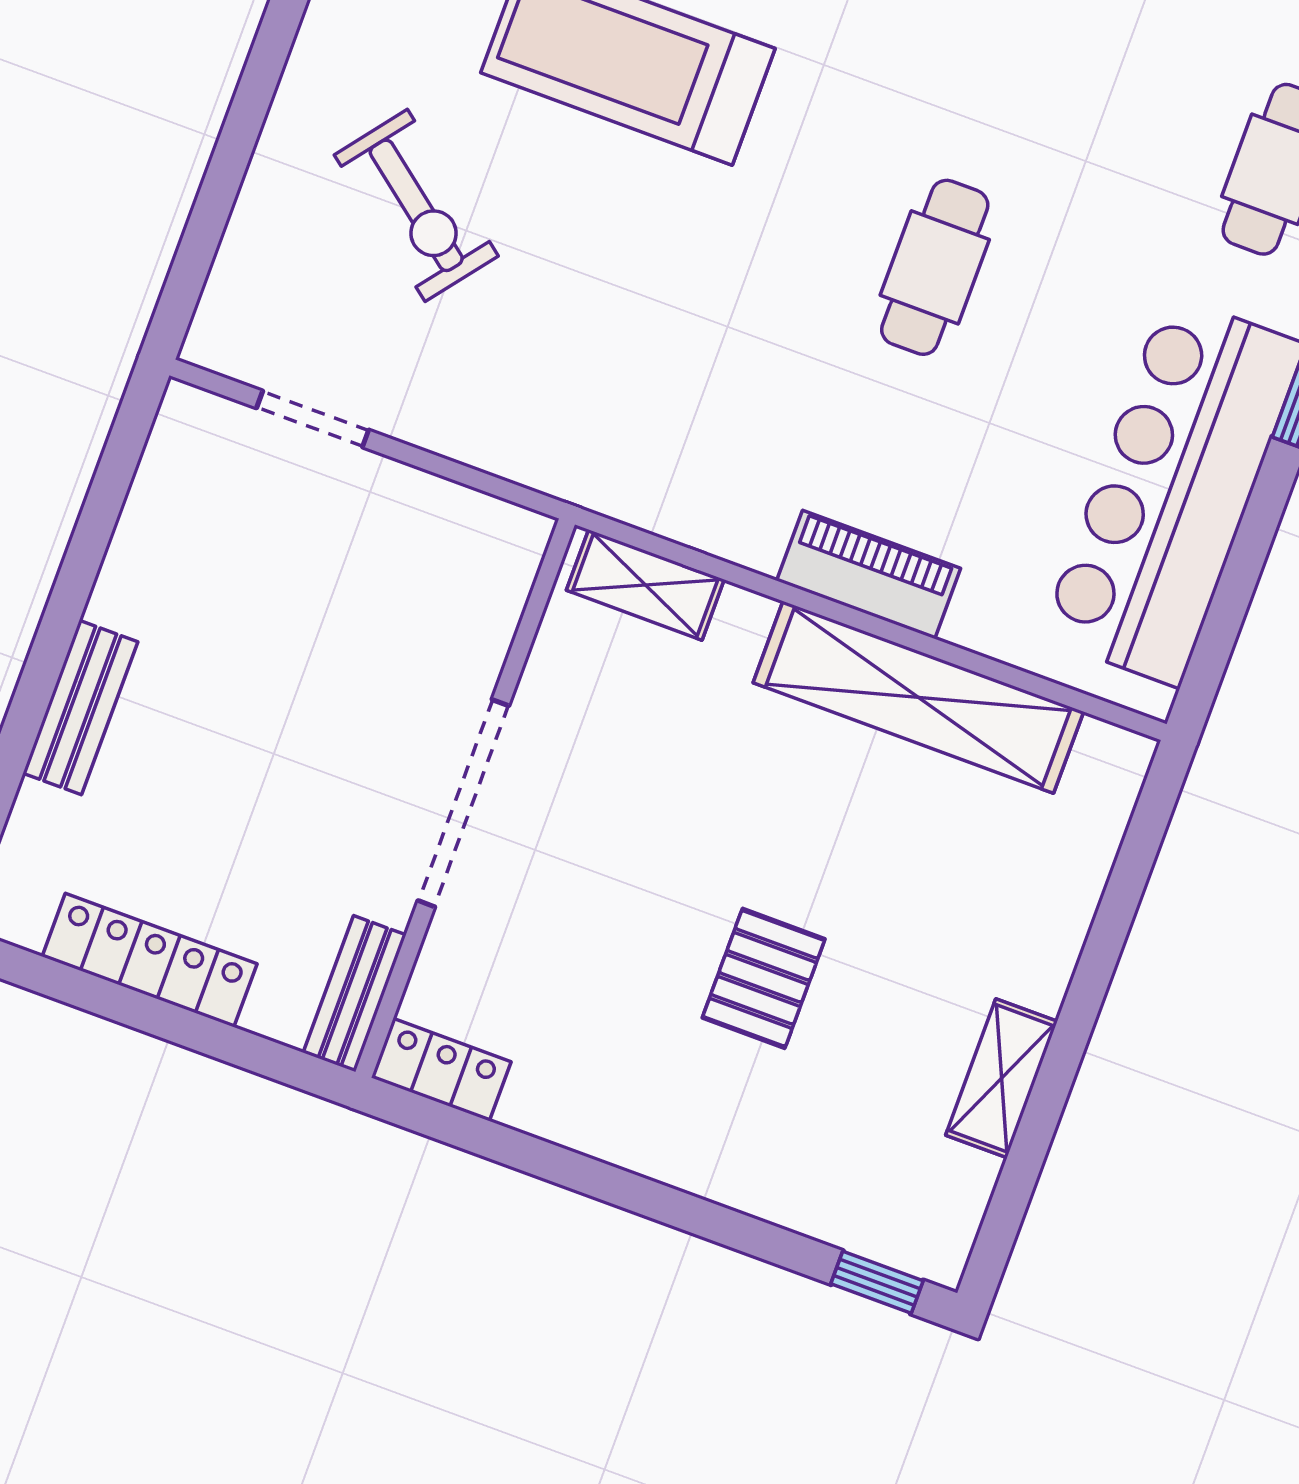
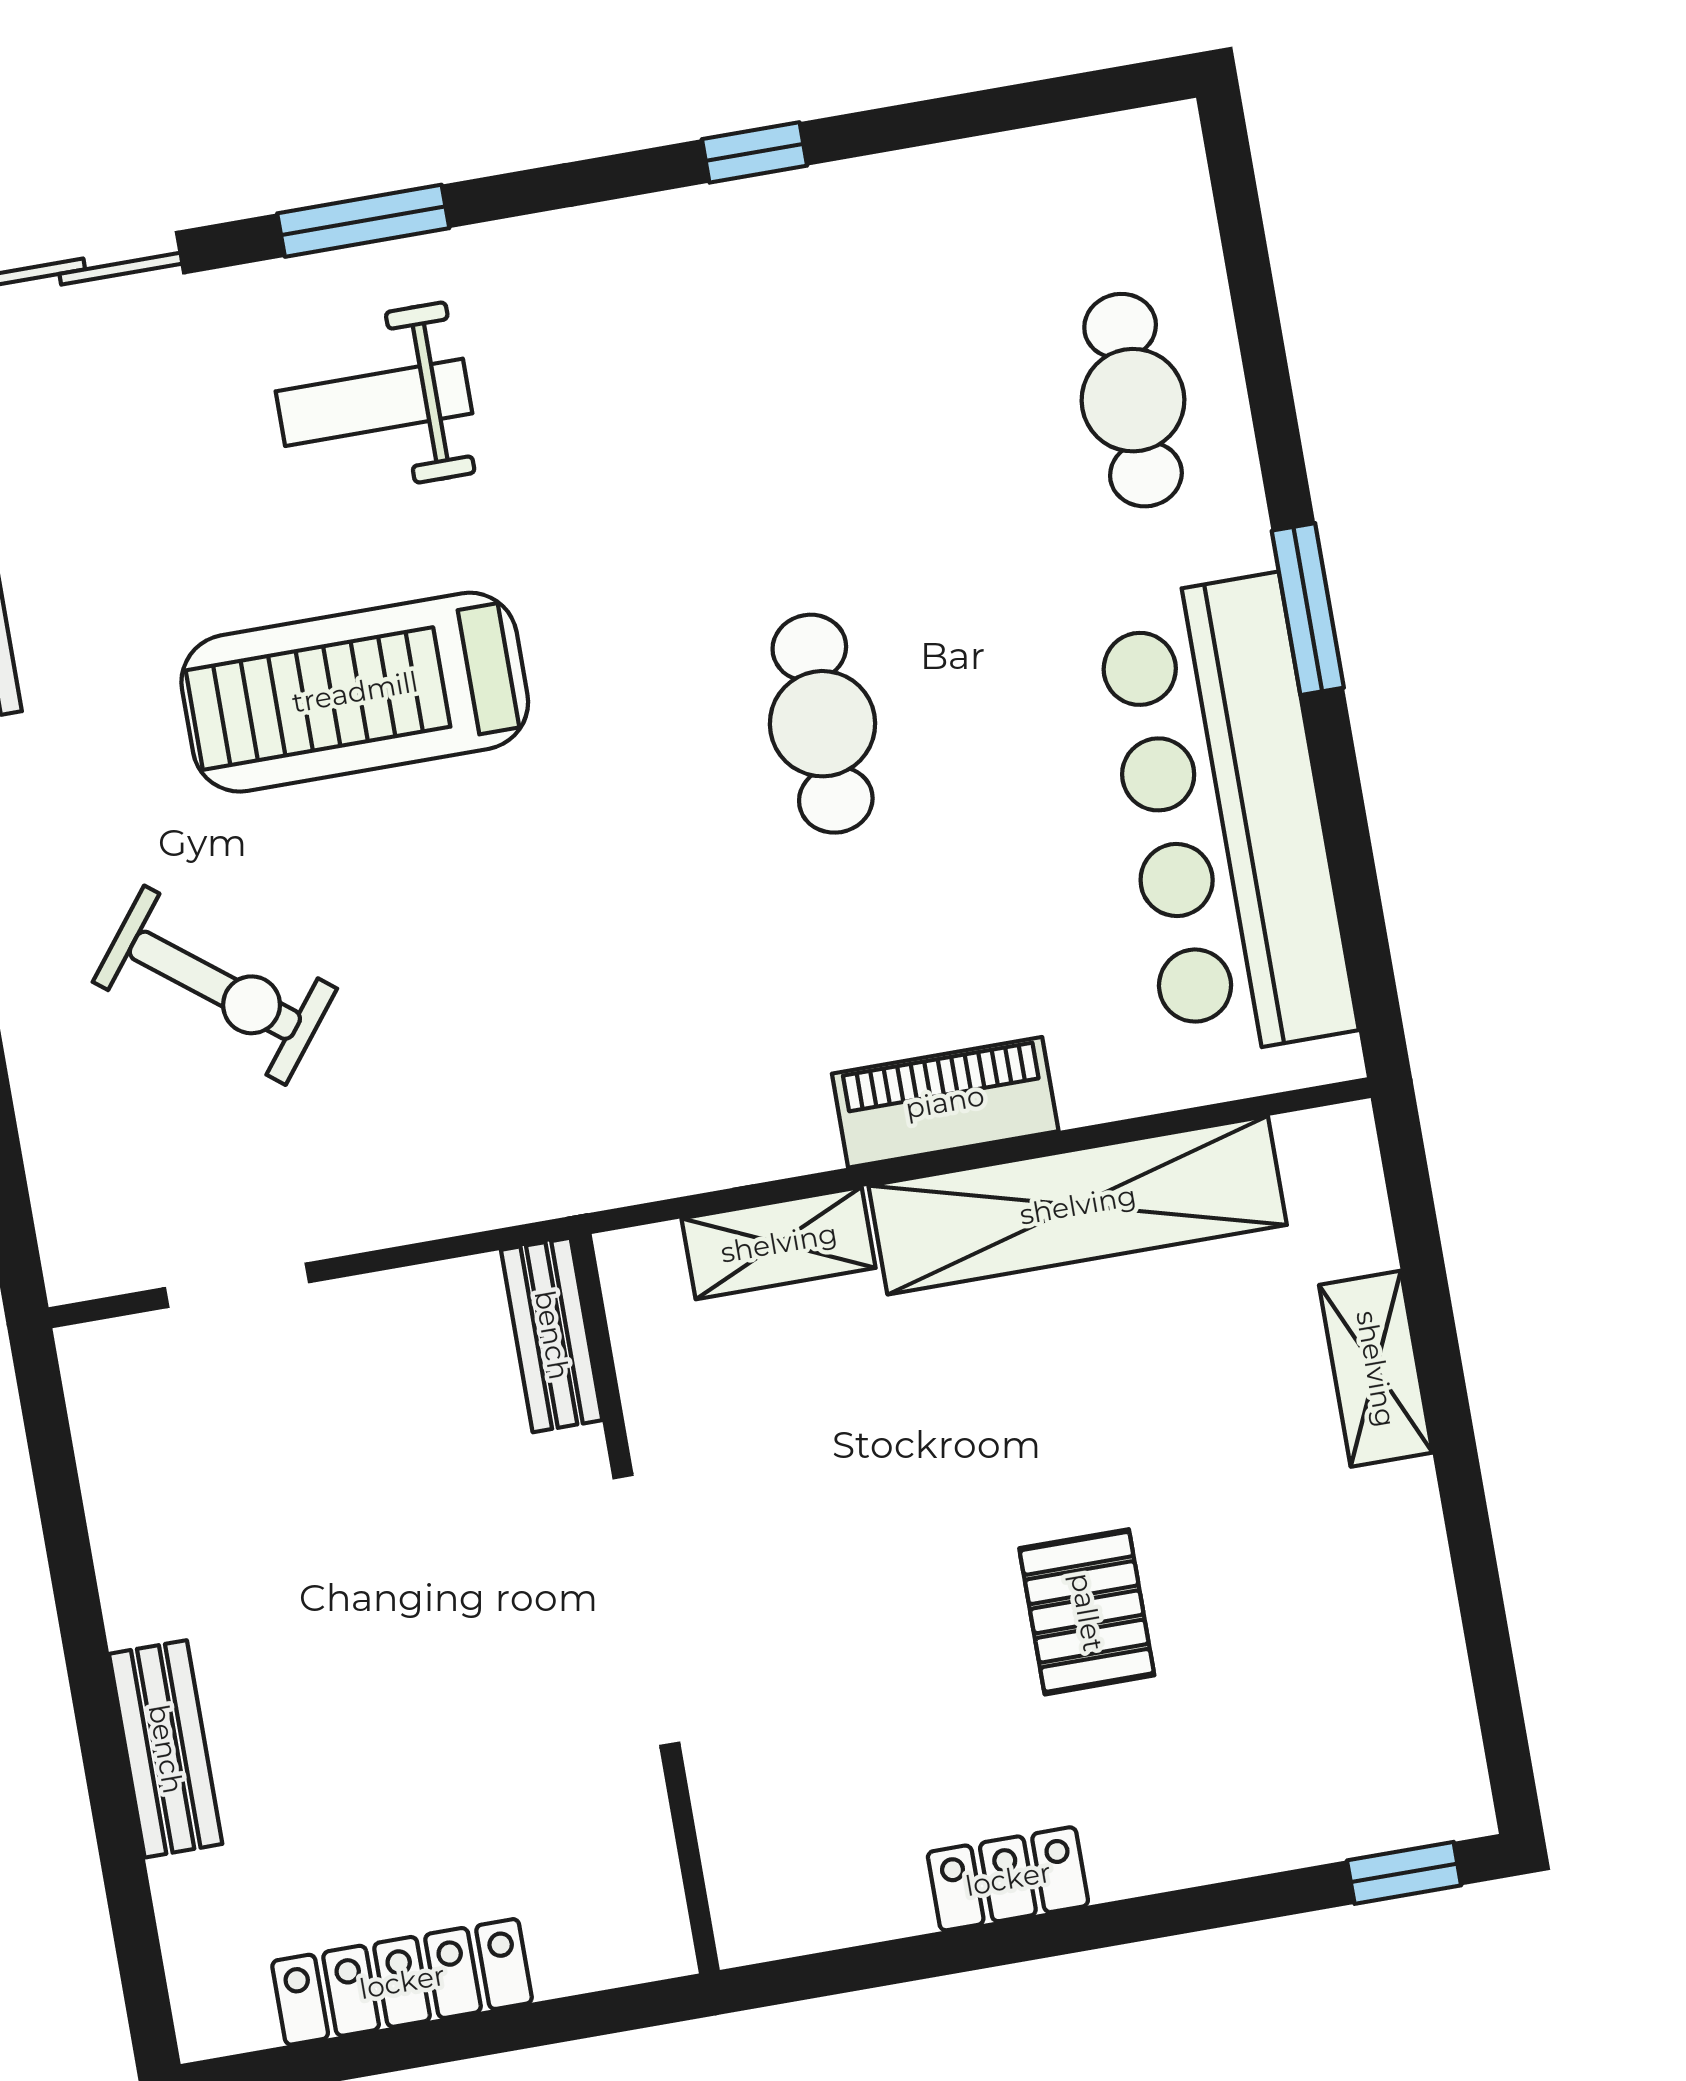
shelving: (645, 585) -> (779, 1243), moved
bench: (355, 994) -> (552, 1335), moved
locker: (441, 1070) -> (1008, 1879), moved
shelving: (1002, 1078) -> (1376, 1369), moved

